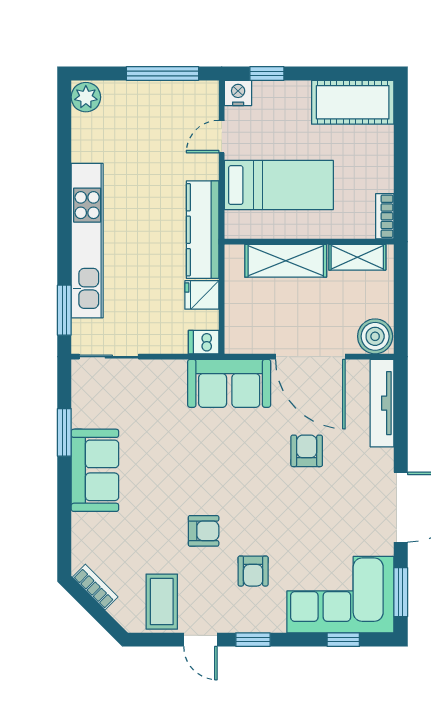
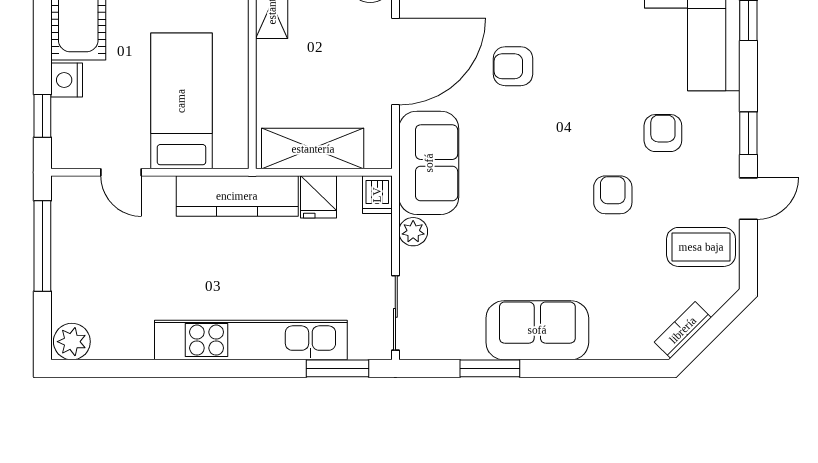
nightstand: (238, 93) -> (67, 80), moved
shelving: (286, 261) -> (313, 149), moved, turned 90
plant: (174, 371) -> (413, 232), added
armchair: (253, 571) -> (663, 133), turned -90

